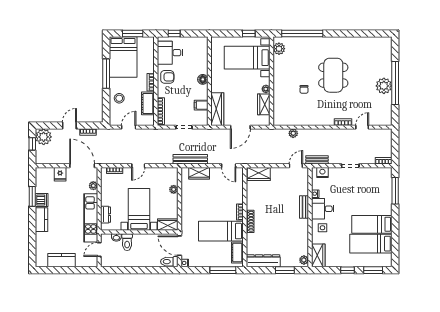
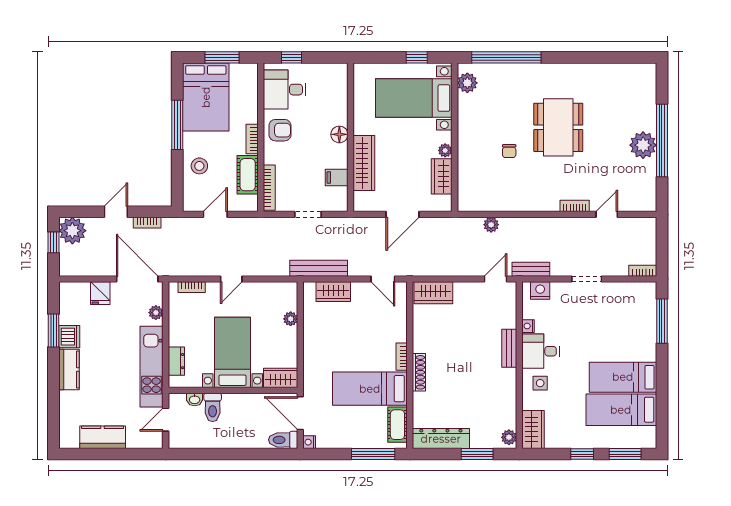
wardrobe: (217, 109) -> (364, 163), moved

